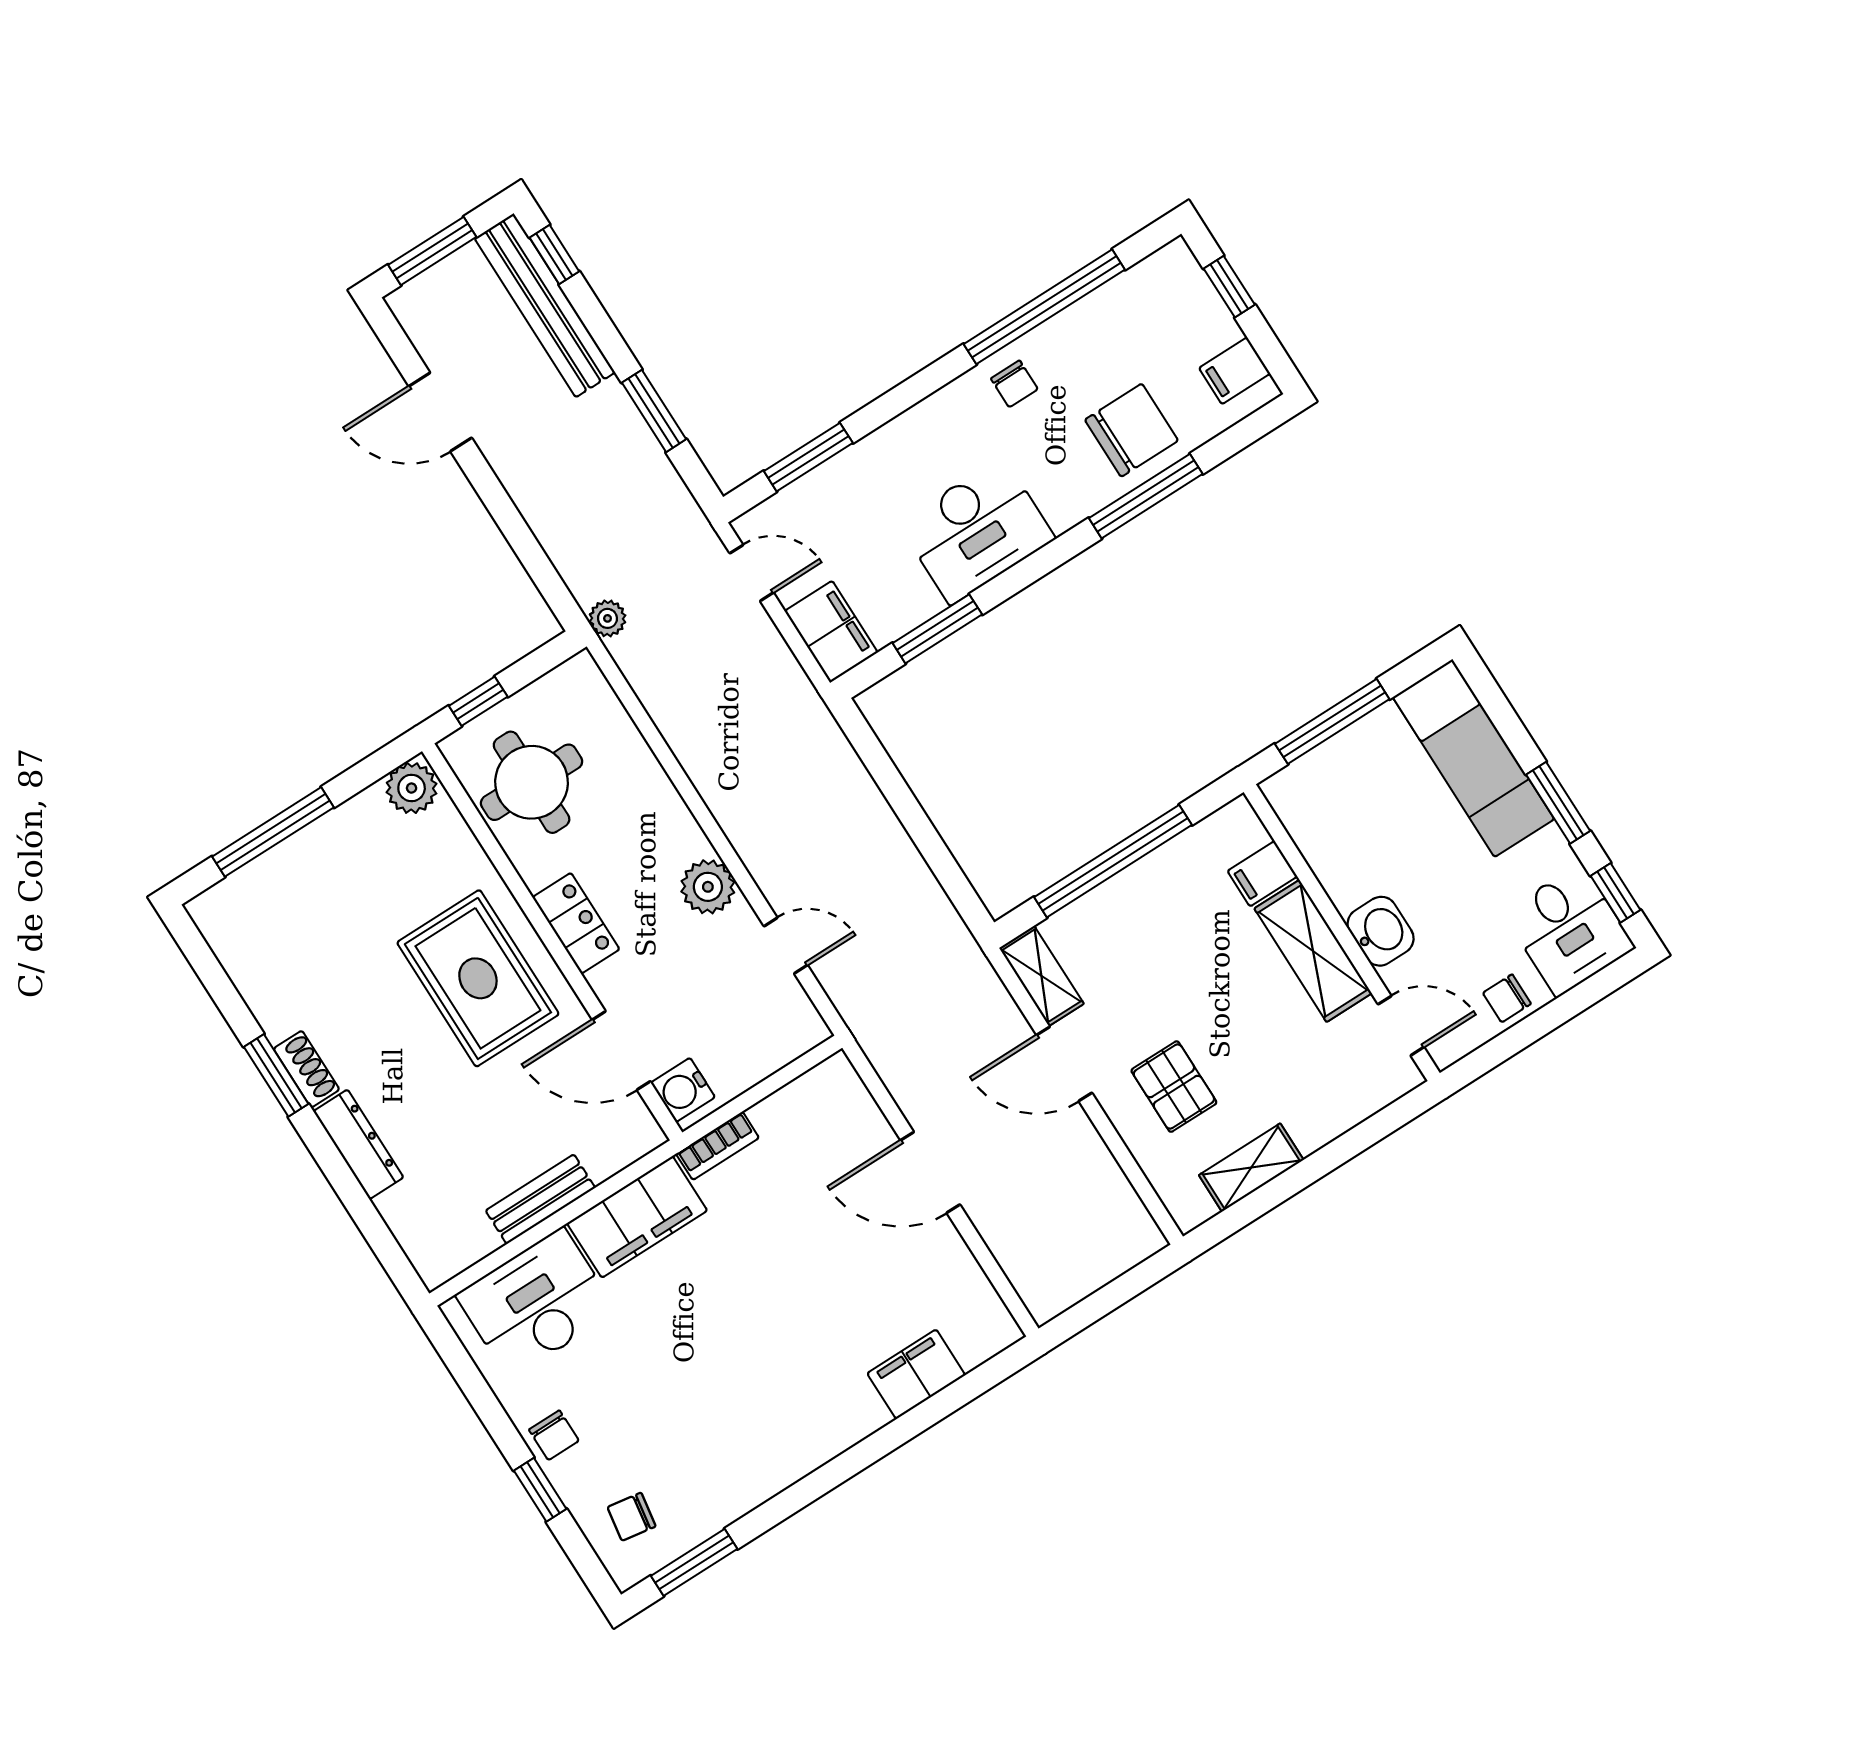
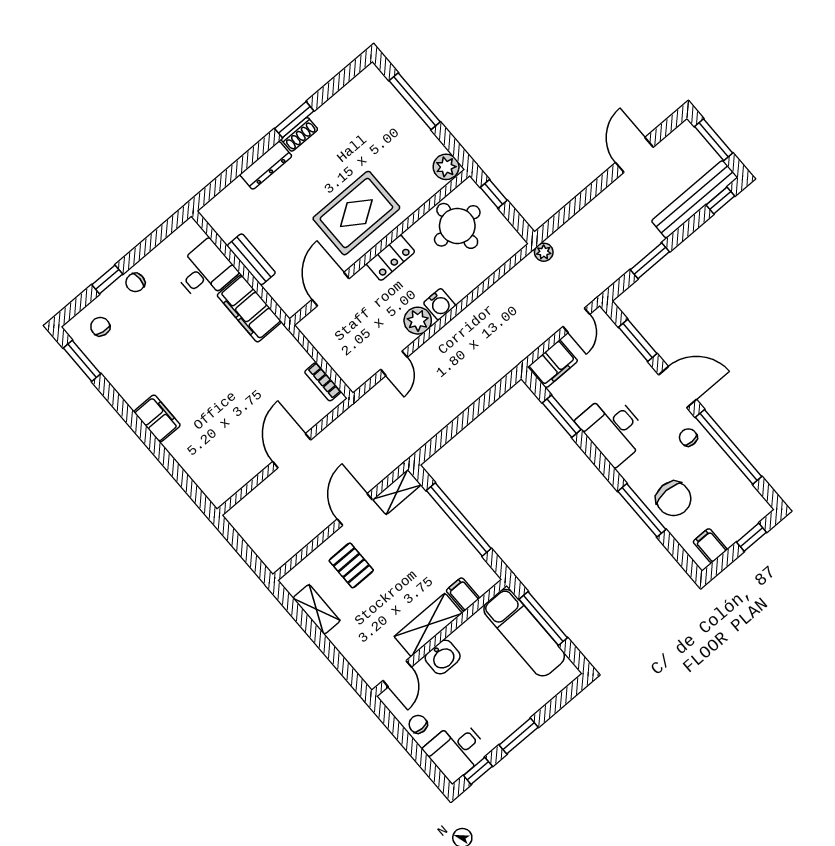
chair: (1014, 384) -> (688, 437), turned 90
door: (912, 391) -> (678, 387), added
exam couch: (1473, 758) -> (524, 633), moved, turned -90
pallet: (1174, 1087) -> (351, 565), turned 90
water cooler: (683, 1090) -> (440, 304), moved, turned 180
bookcase: (718, 1146) -> (323, 382), moved
desk: (536, 1303) -> (205, 271), width x0.73
filing cabinet: (916, 1374) -> (157, 418), moved

